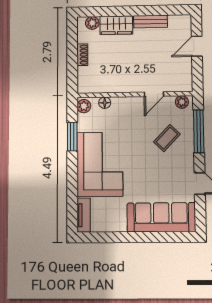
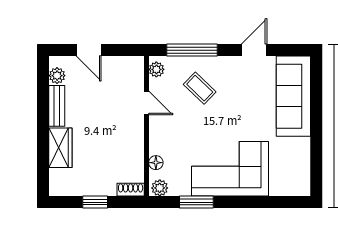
plant: (92, 23) -> (57, 76), moved
window: (72, 54) -> (95, 202), added
shoe rack: (82, 55) -> (131, 190), moved
tv unit: (84, 215) -> (290, 188), removed

